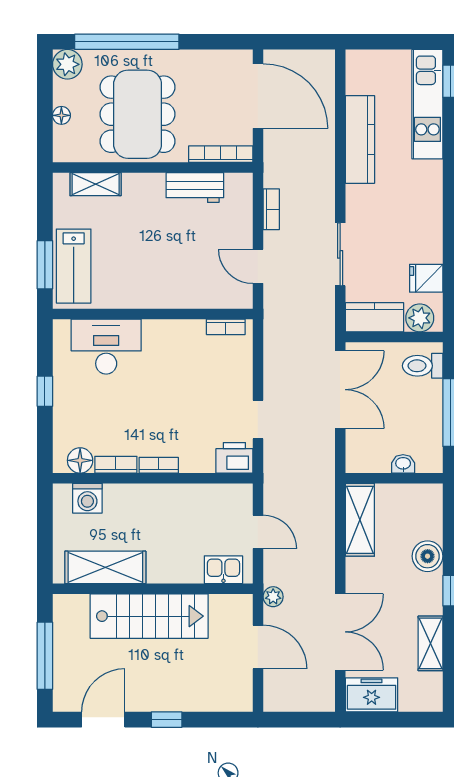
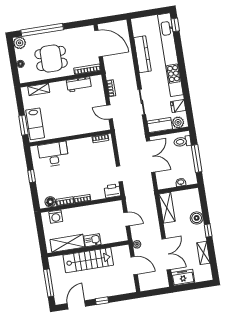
kitchen unit: (427, 104) -> (170, 55), width x1.86
dining table: (138, 114) -> (51, 58), width x0.73
kitchen sink: (223, 570) -> (92, 240), moved

